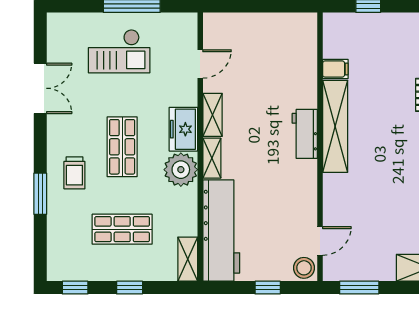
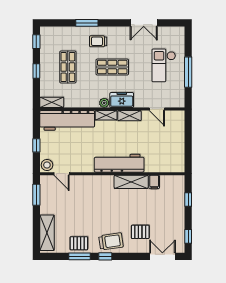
shelving: (335, 126) -> (131, 182), width x0.68
workbench: (305, 134) -> (119, 163), width x1.88, depth x1.32
plant: (181, 170) -> (104, 103), width x0.53, depth x0.53

